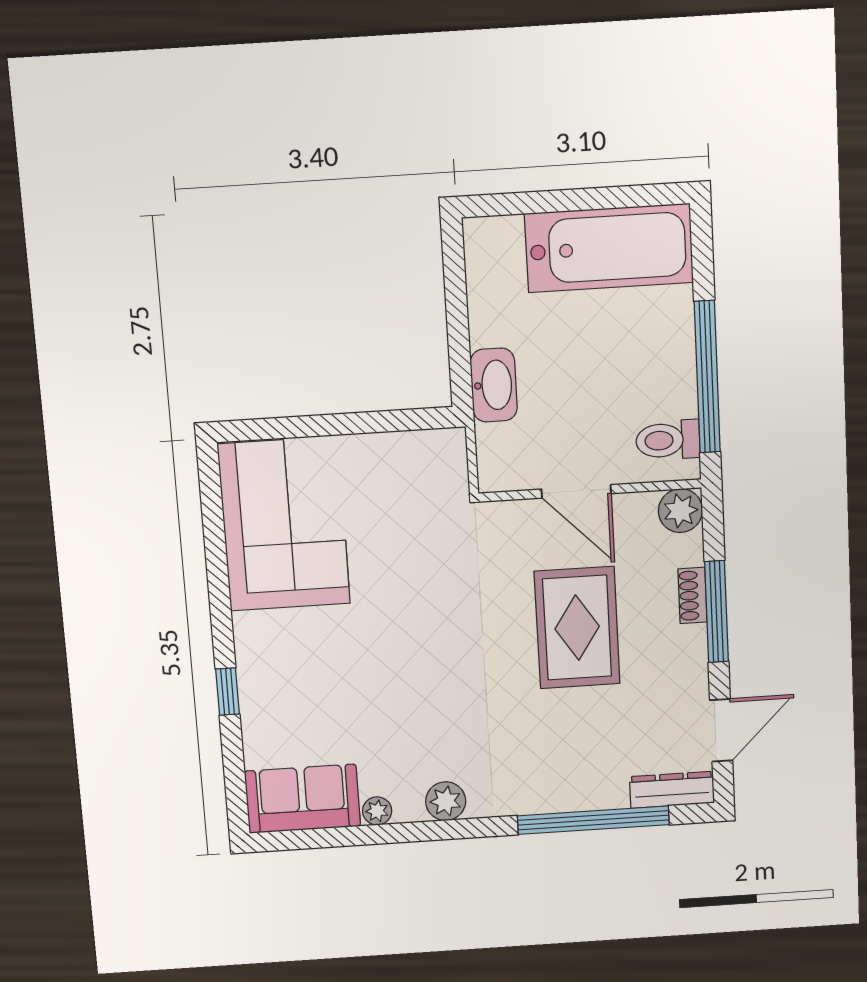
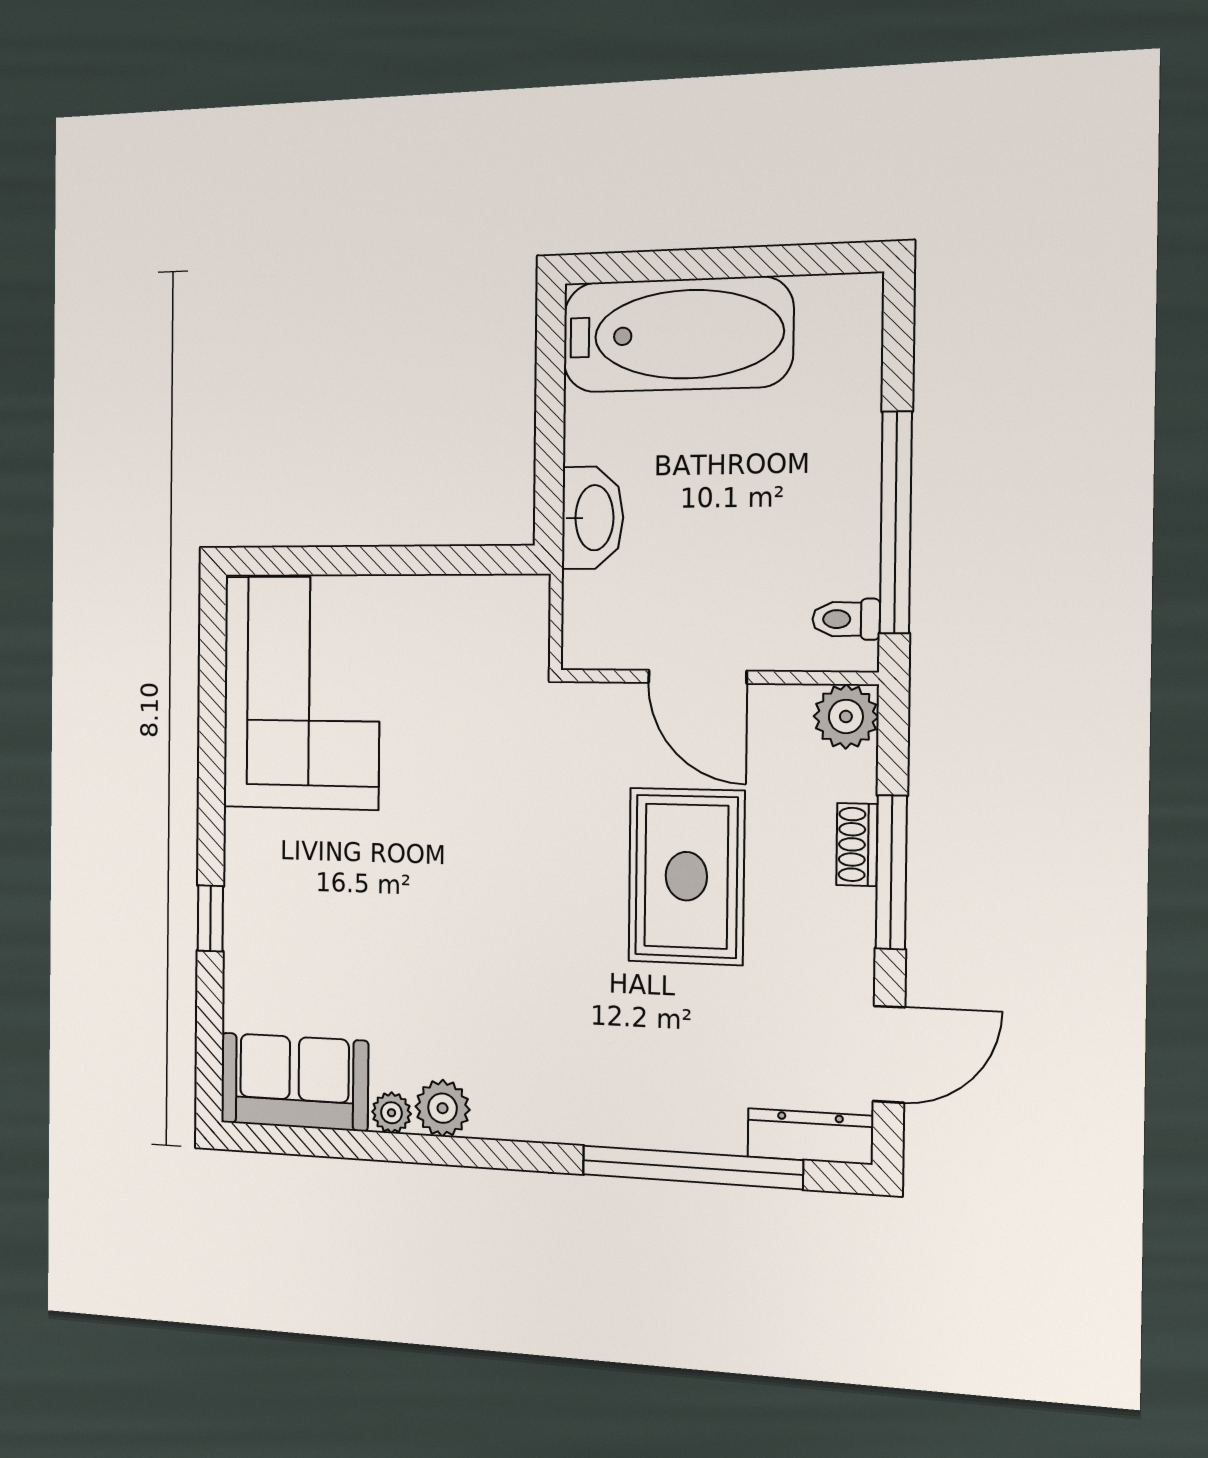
bathtub: (609, 248) -> (677, 335), moved
toilet: (668, 440) -> (846, 619), width x0.73, depth x0.72
plant: (446, 801) -> (442, 1108), moved

